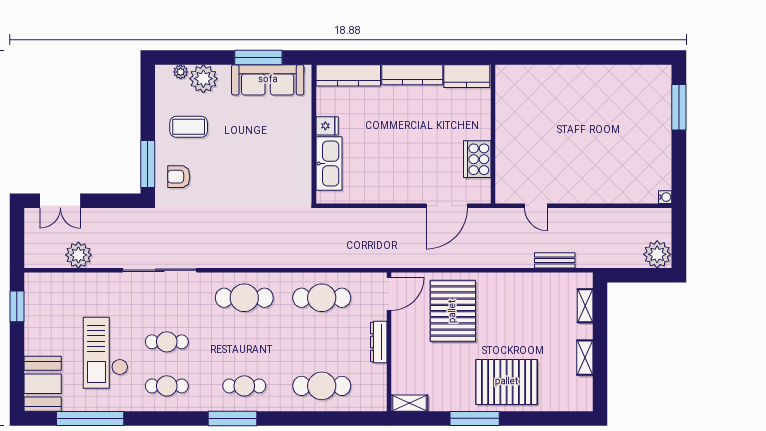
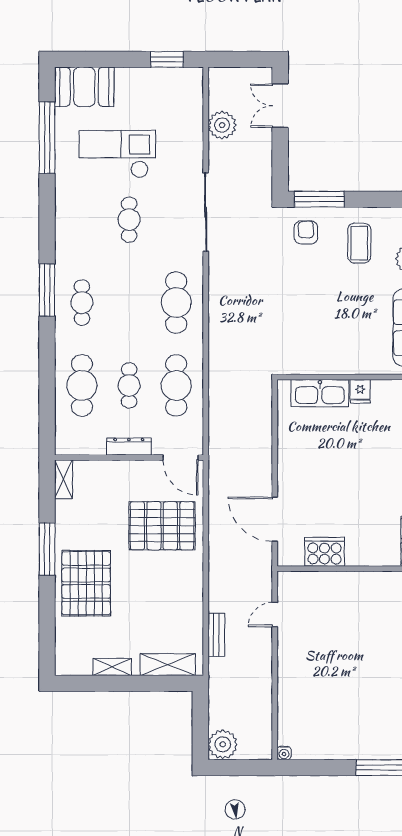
shelving: (585, 306) -> (168, 665), width x1.50, depth x1.33
cafe table: (167, 386) -> (129, 385), moved

